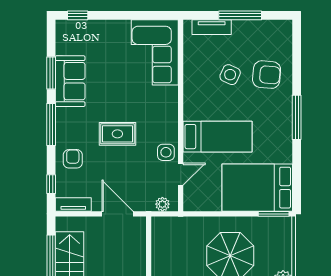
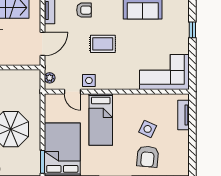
window: (78, 15) -> (192, 30), moved
window: (240, 15) -> (192, 137), removed
rug: (117, 134) -> (103, 44), turned 90

